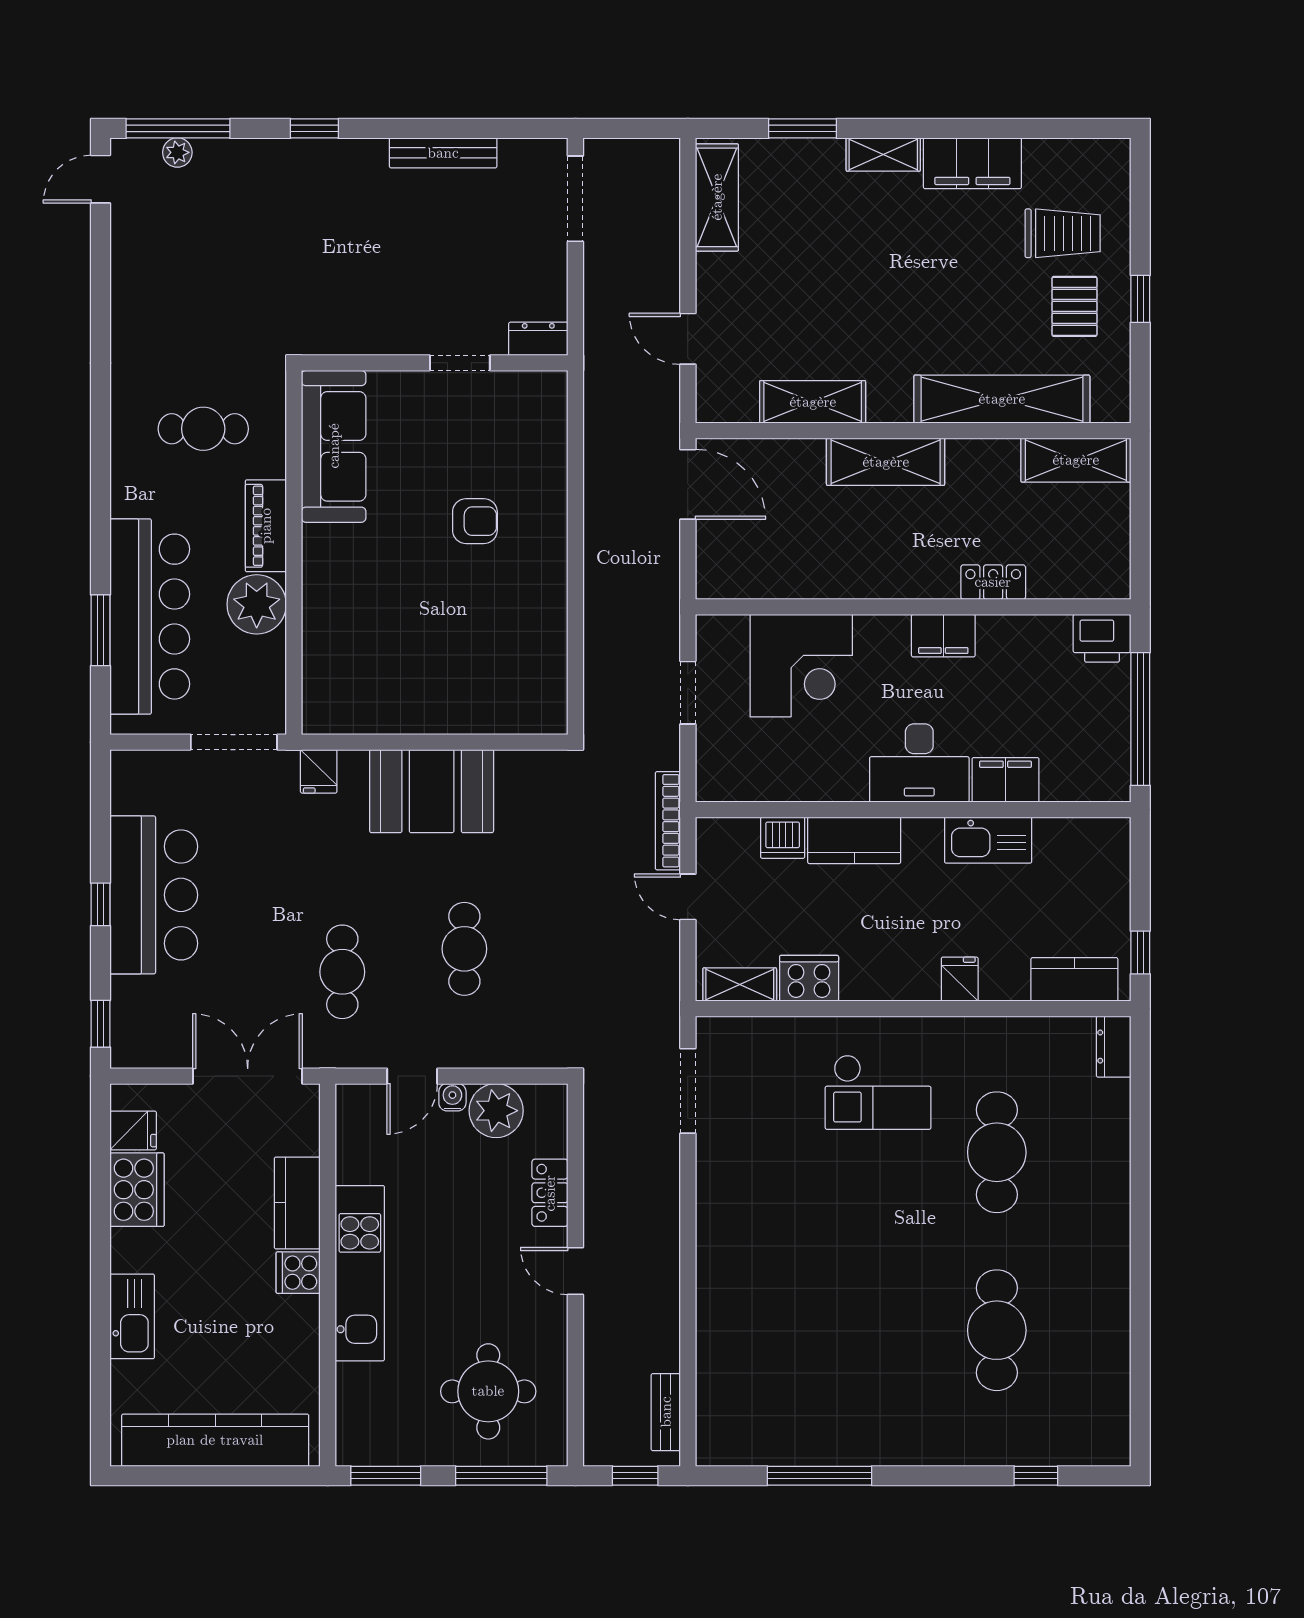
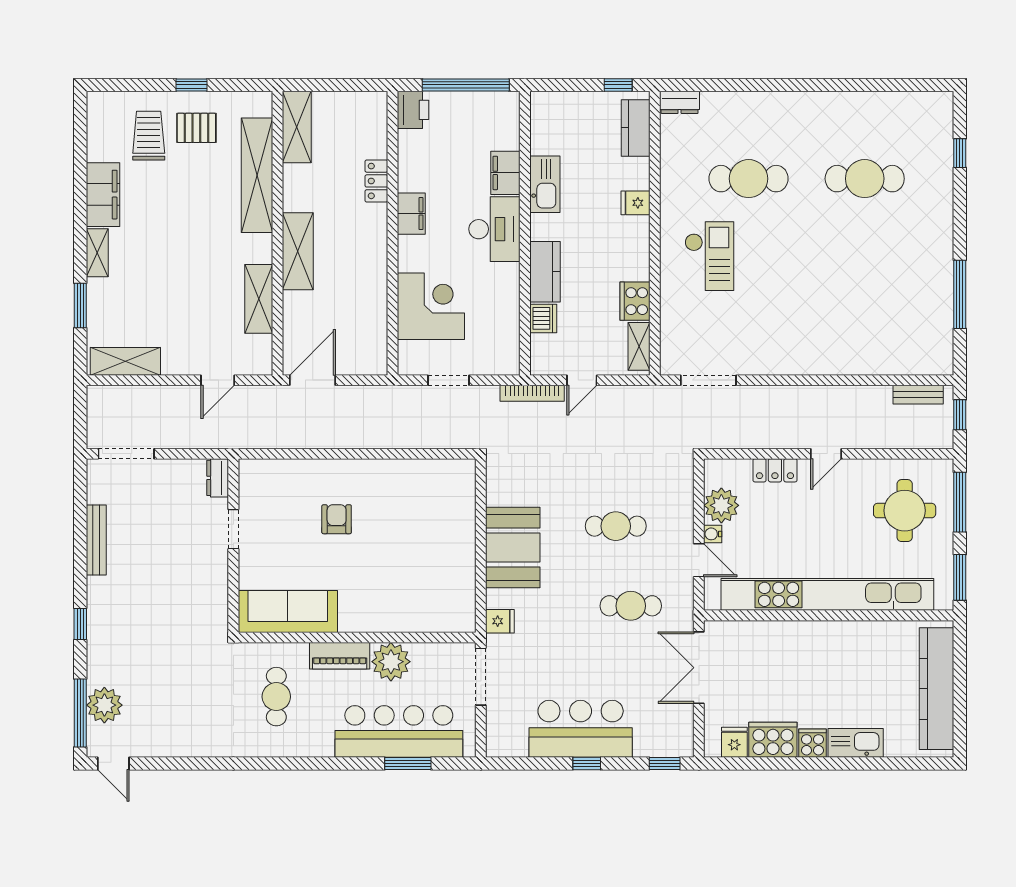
plant: (177, 152) -> (104, 705), width x1.88, depth x1.88
kitchen counter: (297, 1203) -> (782, 635), removed
cooker: (298, 1273) -> (813, 743), moved, turned 180
kitchen unit: (360, 1273) -> (827, 594), width x1.86

